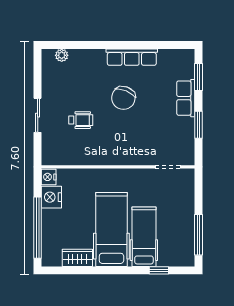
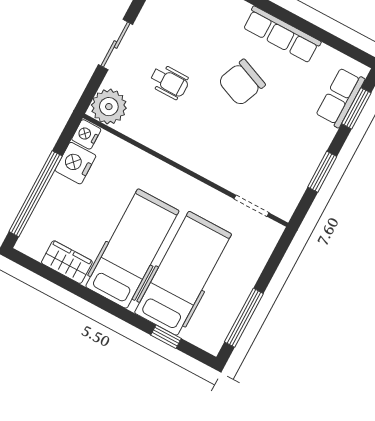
row of seats: (186, 98) -> (340, 97), moved
plant: (53, 154) -> (109, 107), added
hospital bed: (144, 237) -> (183, 273), width x1.37, depth x1.29

